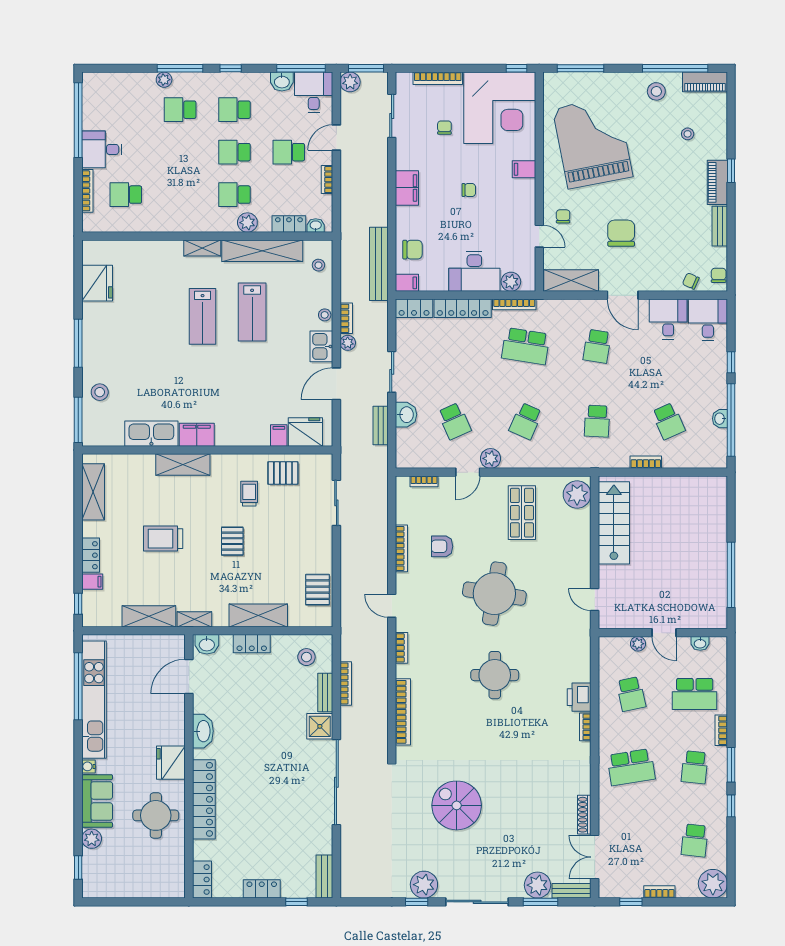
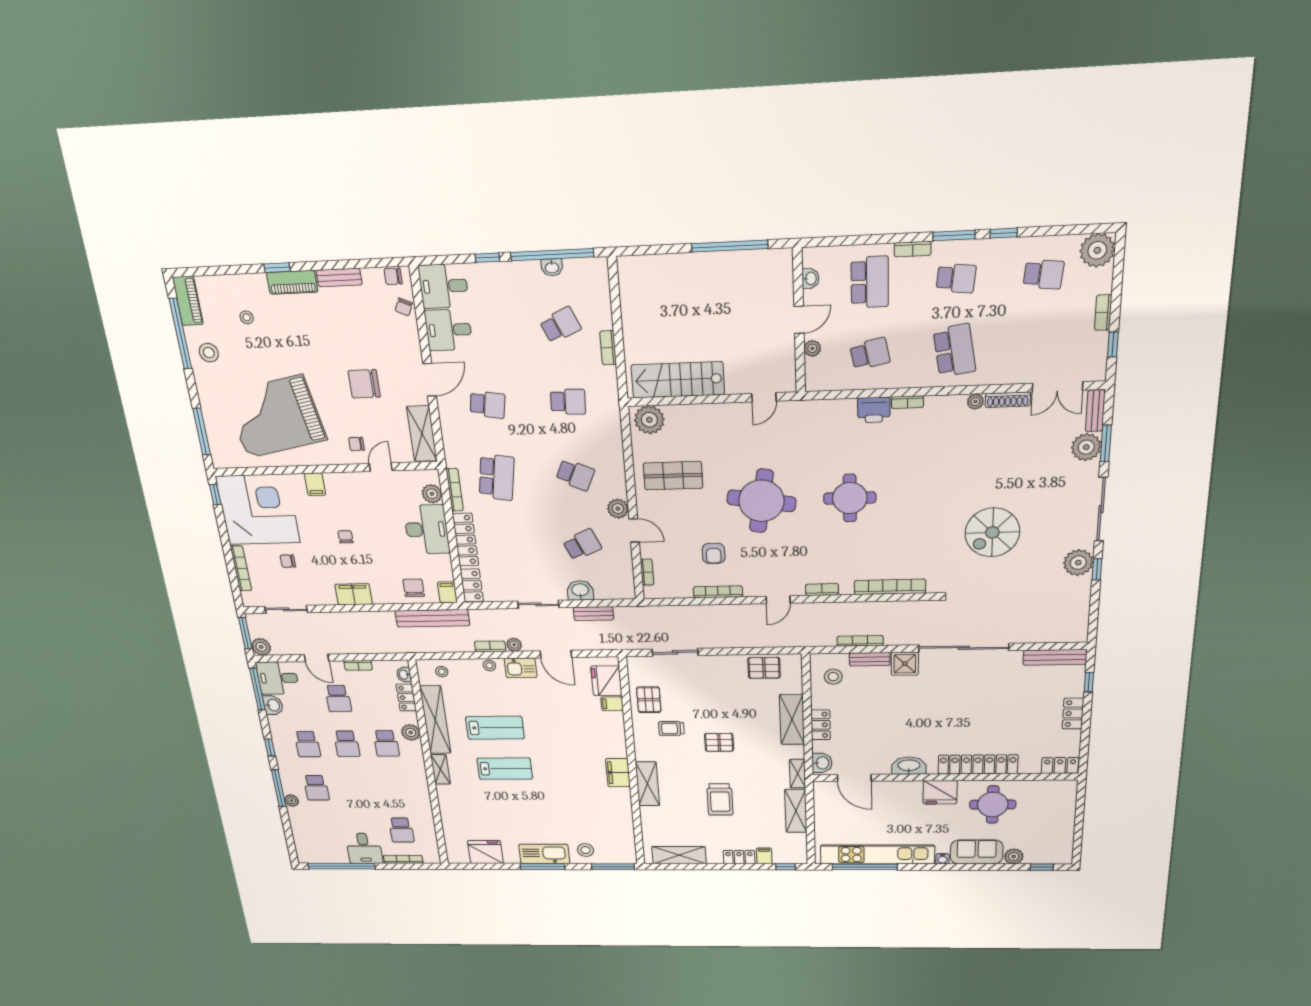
kitchen sink: (151, 434) -> (544, 854), moved, turned 90
plant: (584, 787) -> (975, 402), added
bench: (324, 876) -> (1055, 657), width x1.36

